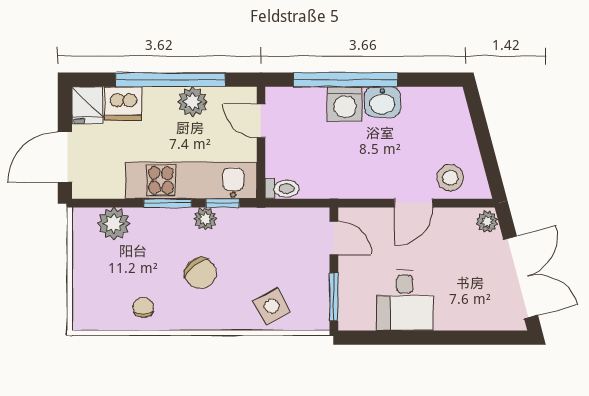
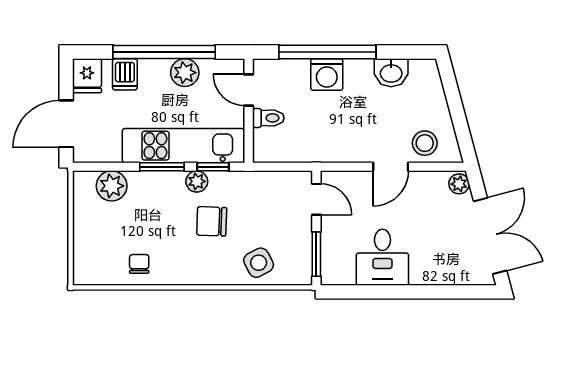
washbasin: (382, 102) -> (391, 73), moved
dishwasher: (123, 104) -> (125, 74), width x0.73
toilet: (282, 189) -> (268, 118), moved
chair: (201, 273) -> (212, 221), moved, turned 131

